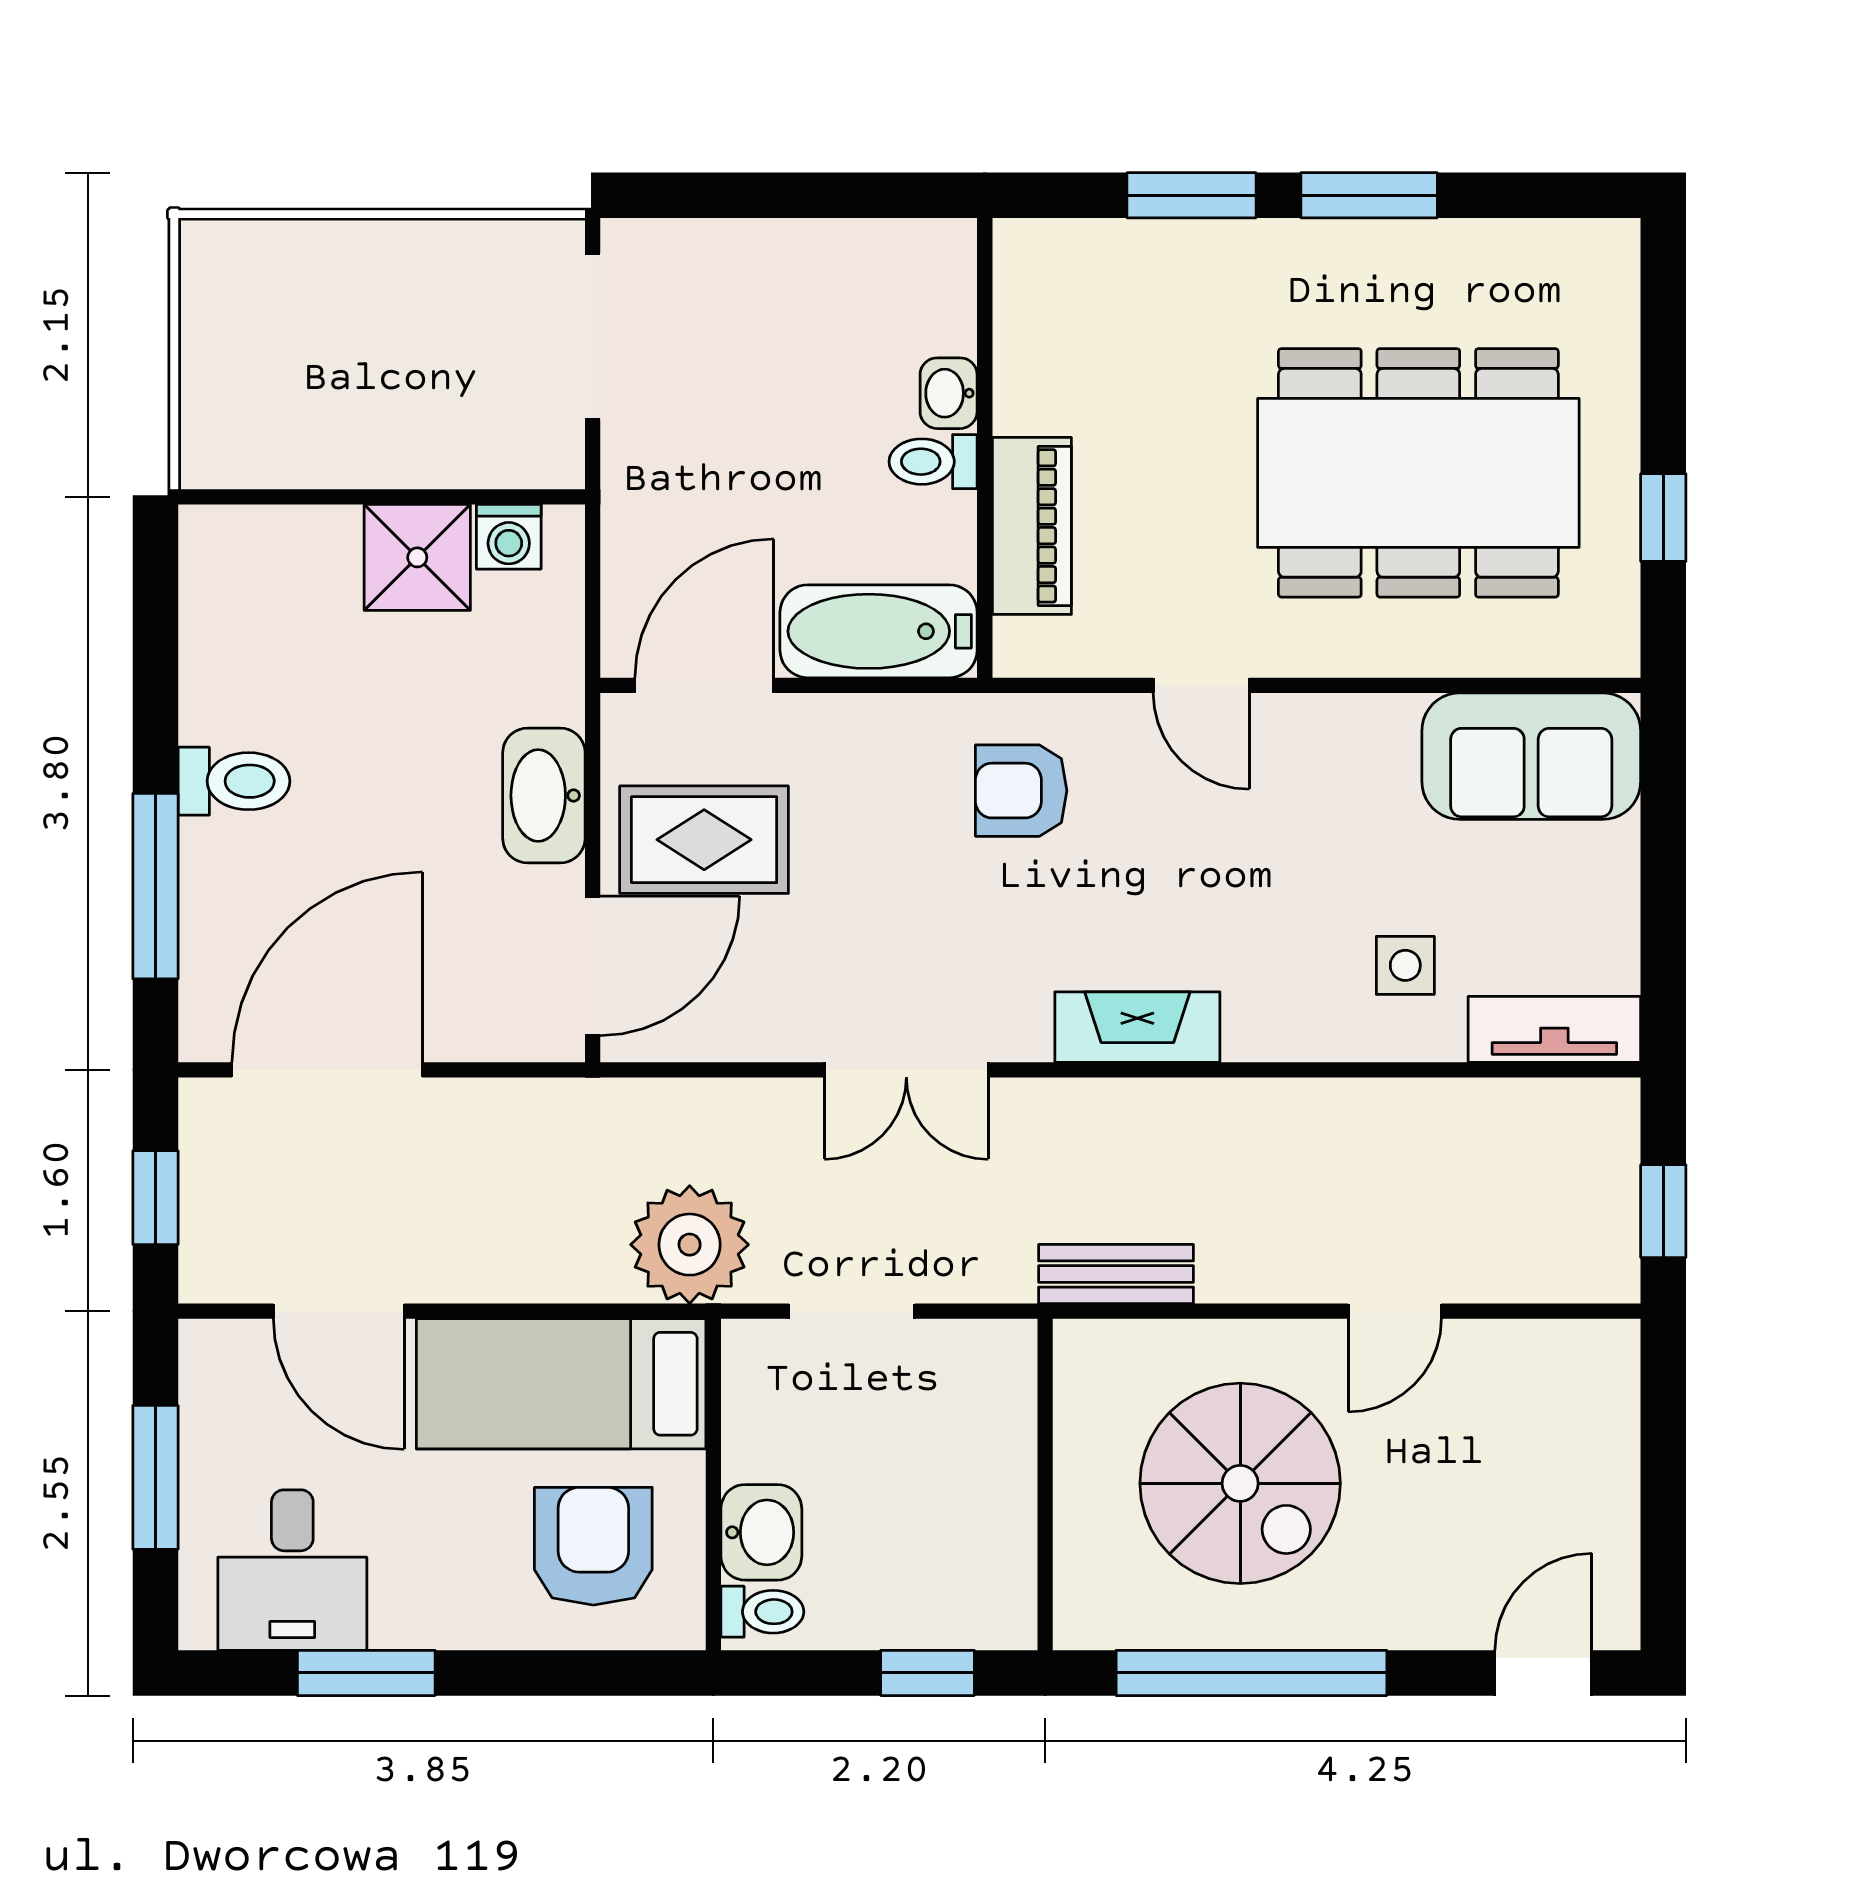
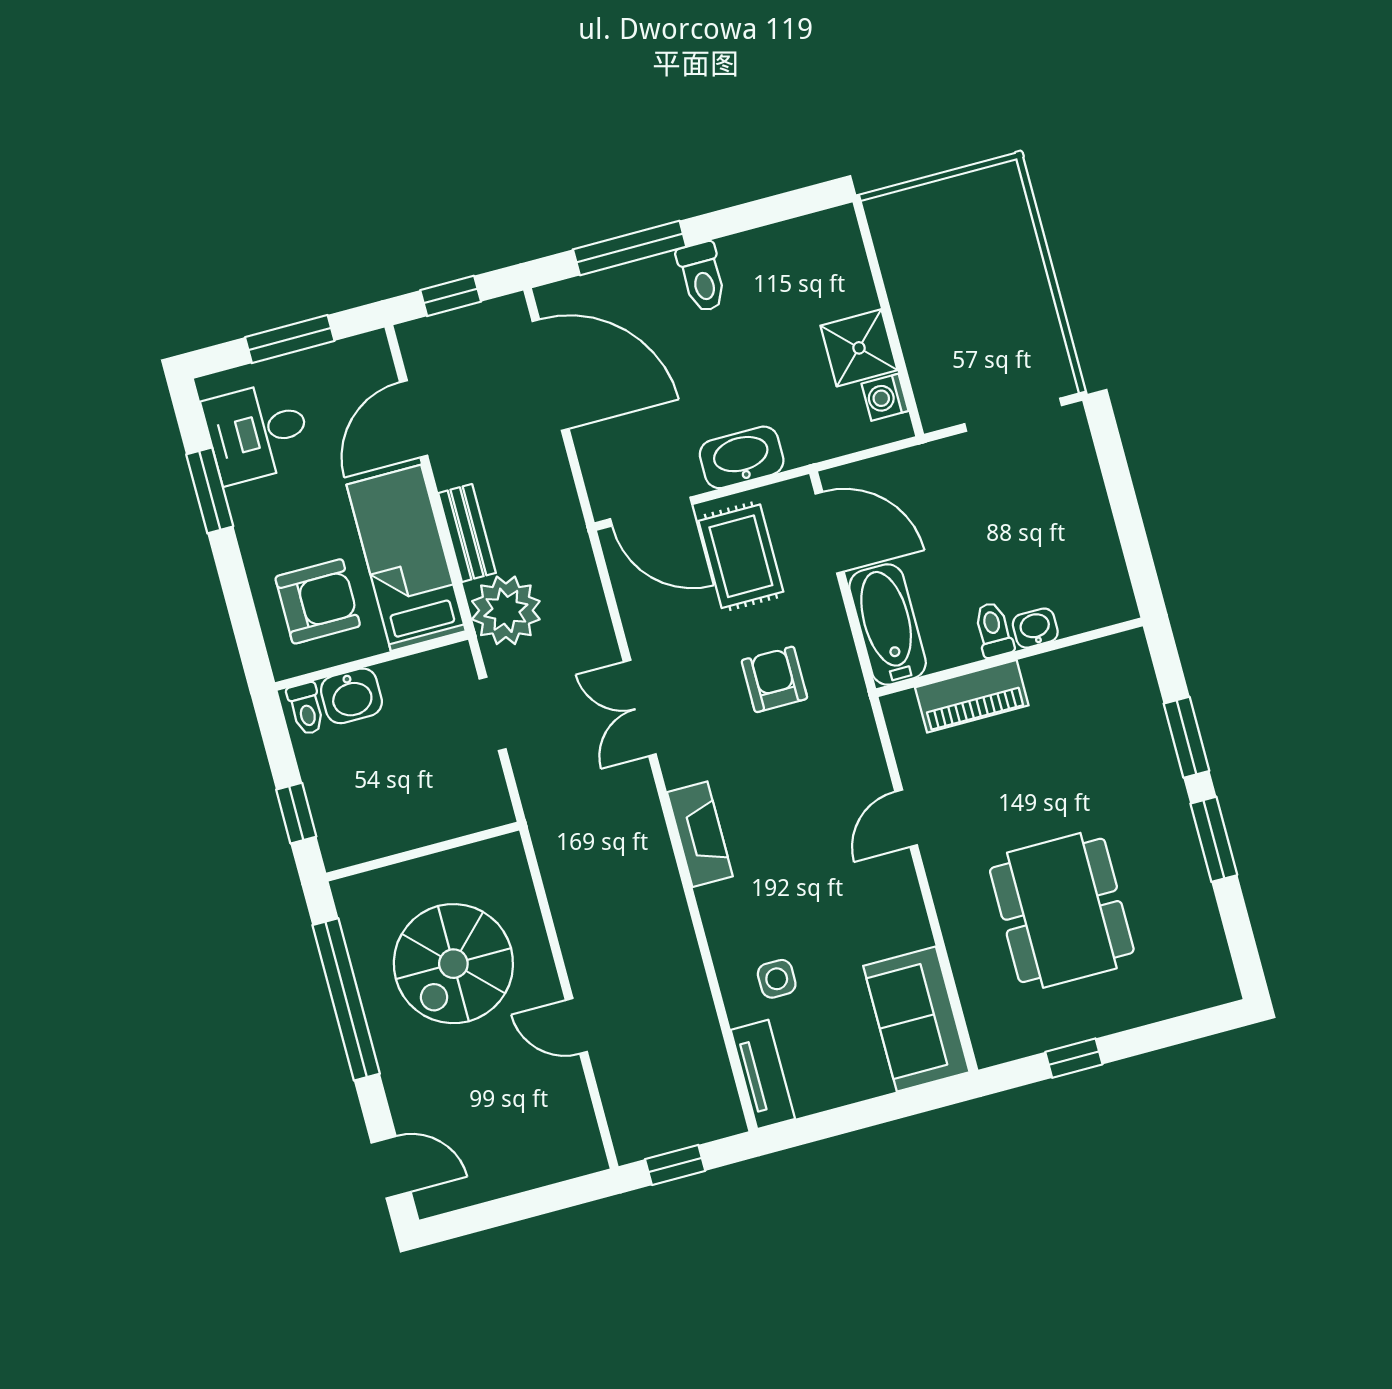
dining table: (1418, 473) -> (1062, 910), width x0.73, depth x0.80
armchair: (1021, 791) -> (774, 679), moved
bench: (1116, 1274) -> (467, 533), moved

